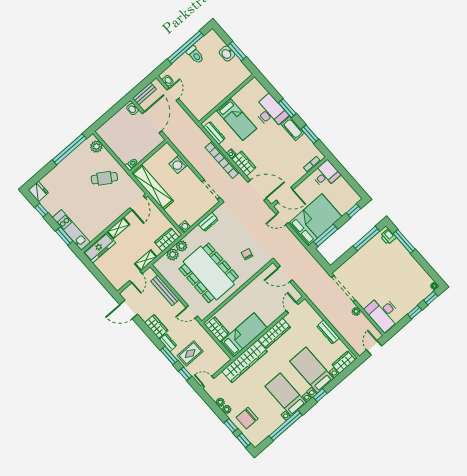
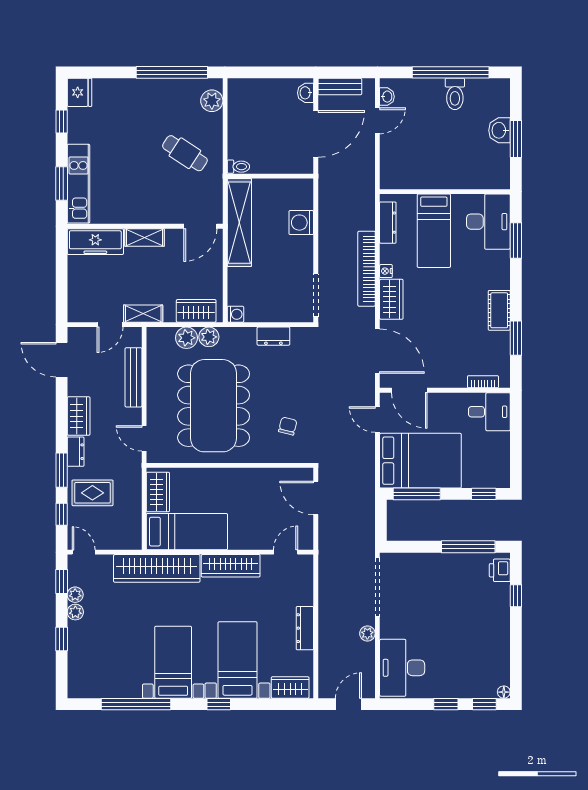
window: (287, 108) -> (516, 240), moved
desk: (270, 112) -> (488, 222), moved
window: (404, 241) -> (516, 596), width x0.46
chair: (247, 418) -> (93, 648), removed
window: (244, 440) -> (62, 581), moved

